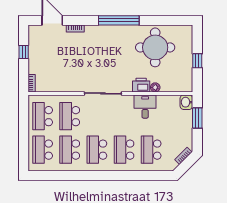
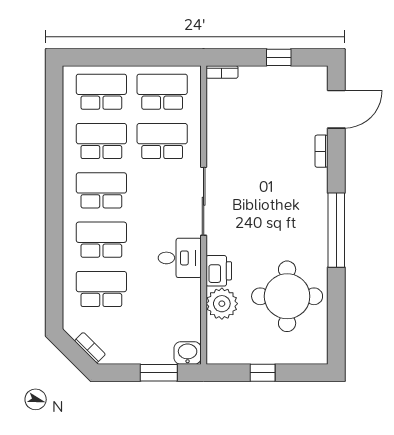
plant: (155, 87) -> (222, 304), width x1.87, depth x1.87
desk: (145, 107) -> (180, 258), moved

